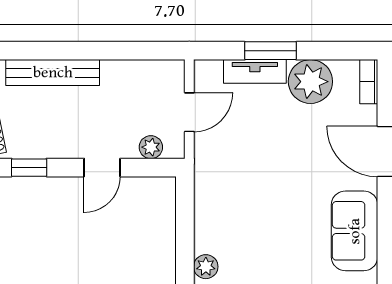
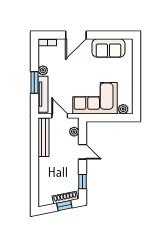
tv unit: (255, 71) -> (43, 94), width x1.41
bench: (53, 73) -> (43, 137), moved
plant: (310, 82) -> (43, 70), width x0.53, depth x0.53
corner sofa: (232, 198) -> (95, 98), added

